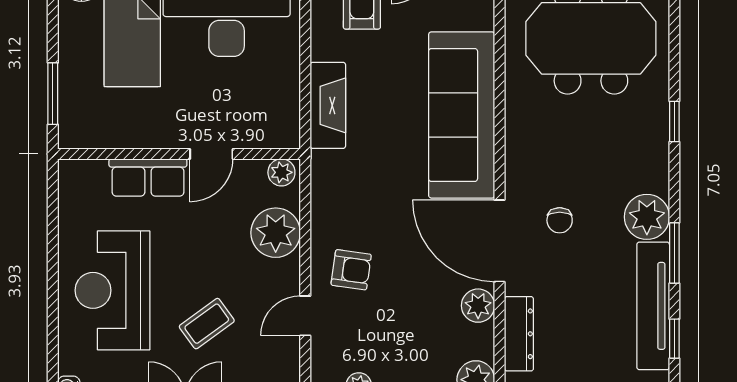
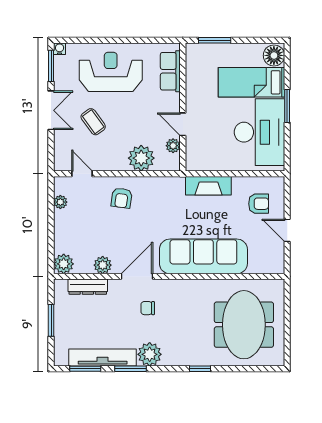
plant: (281, 172) -> (173, 146), moved
row of seats: (148, 177) -> (170, 71), moved
door: (500, 241) -> (137, 276), width x0.73
door: (305, 316) -> (82, 174), moved
window: (674, 339) -> (85, 369), width x1.50

